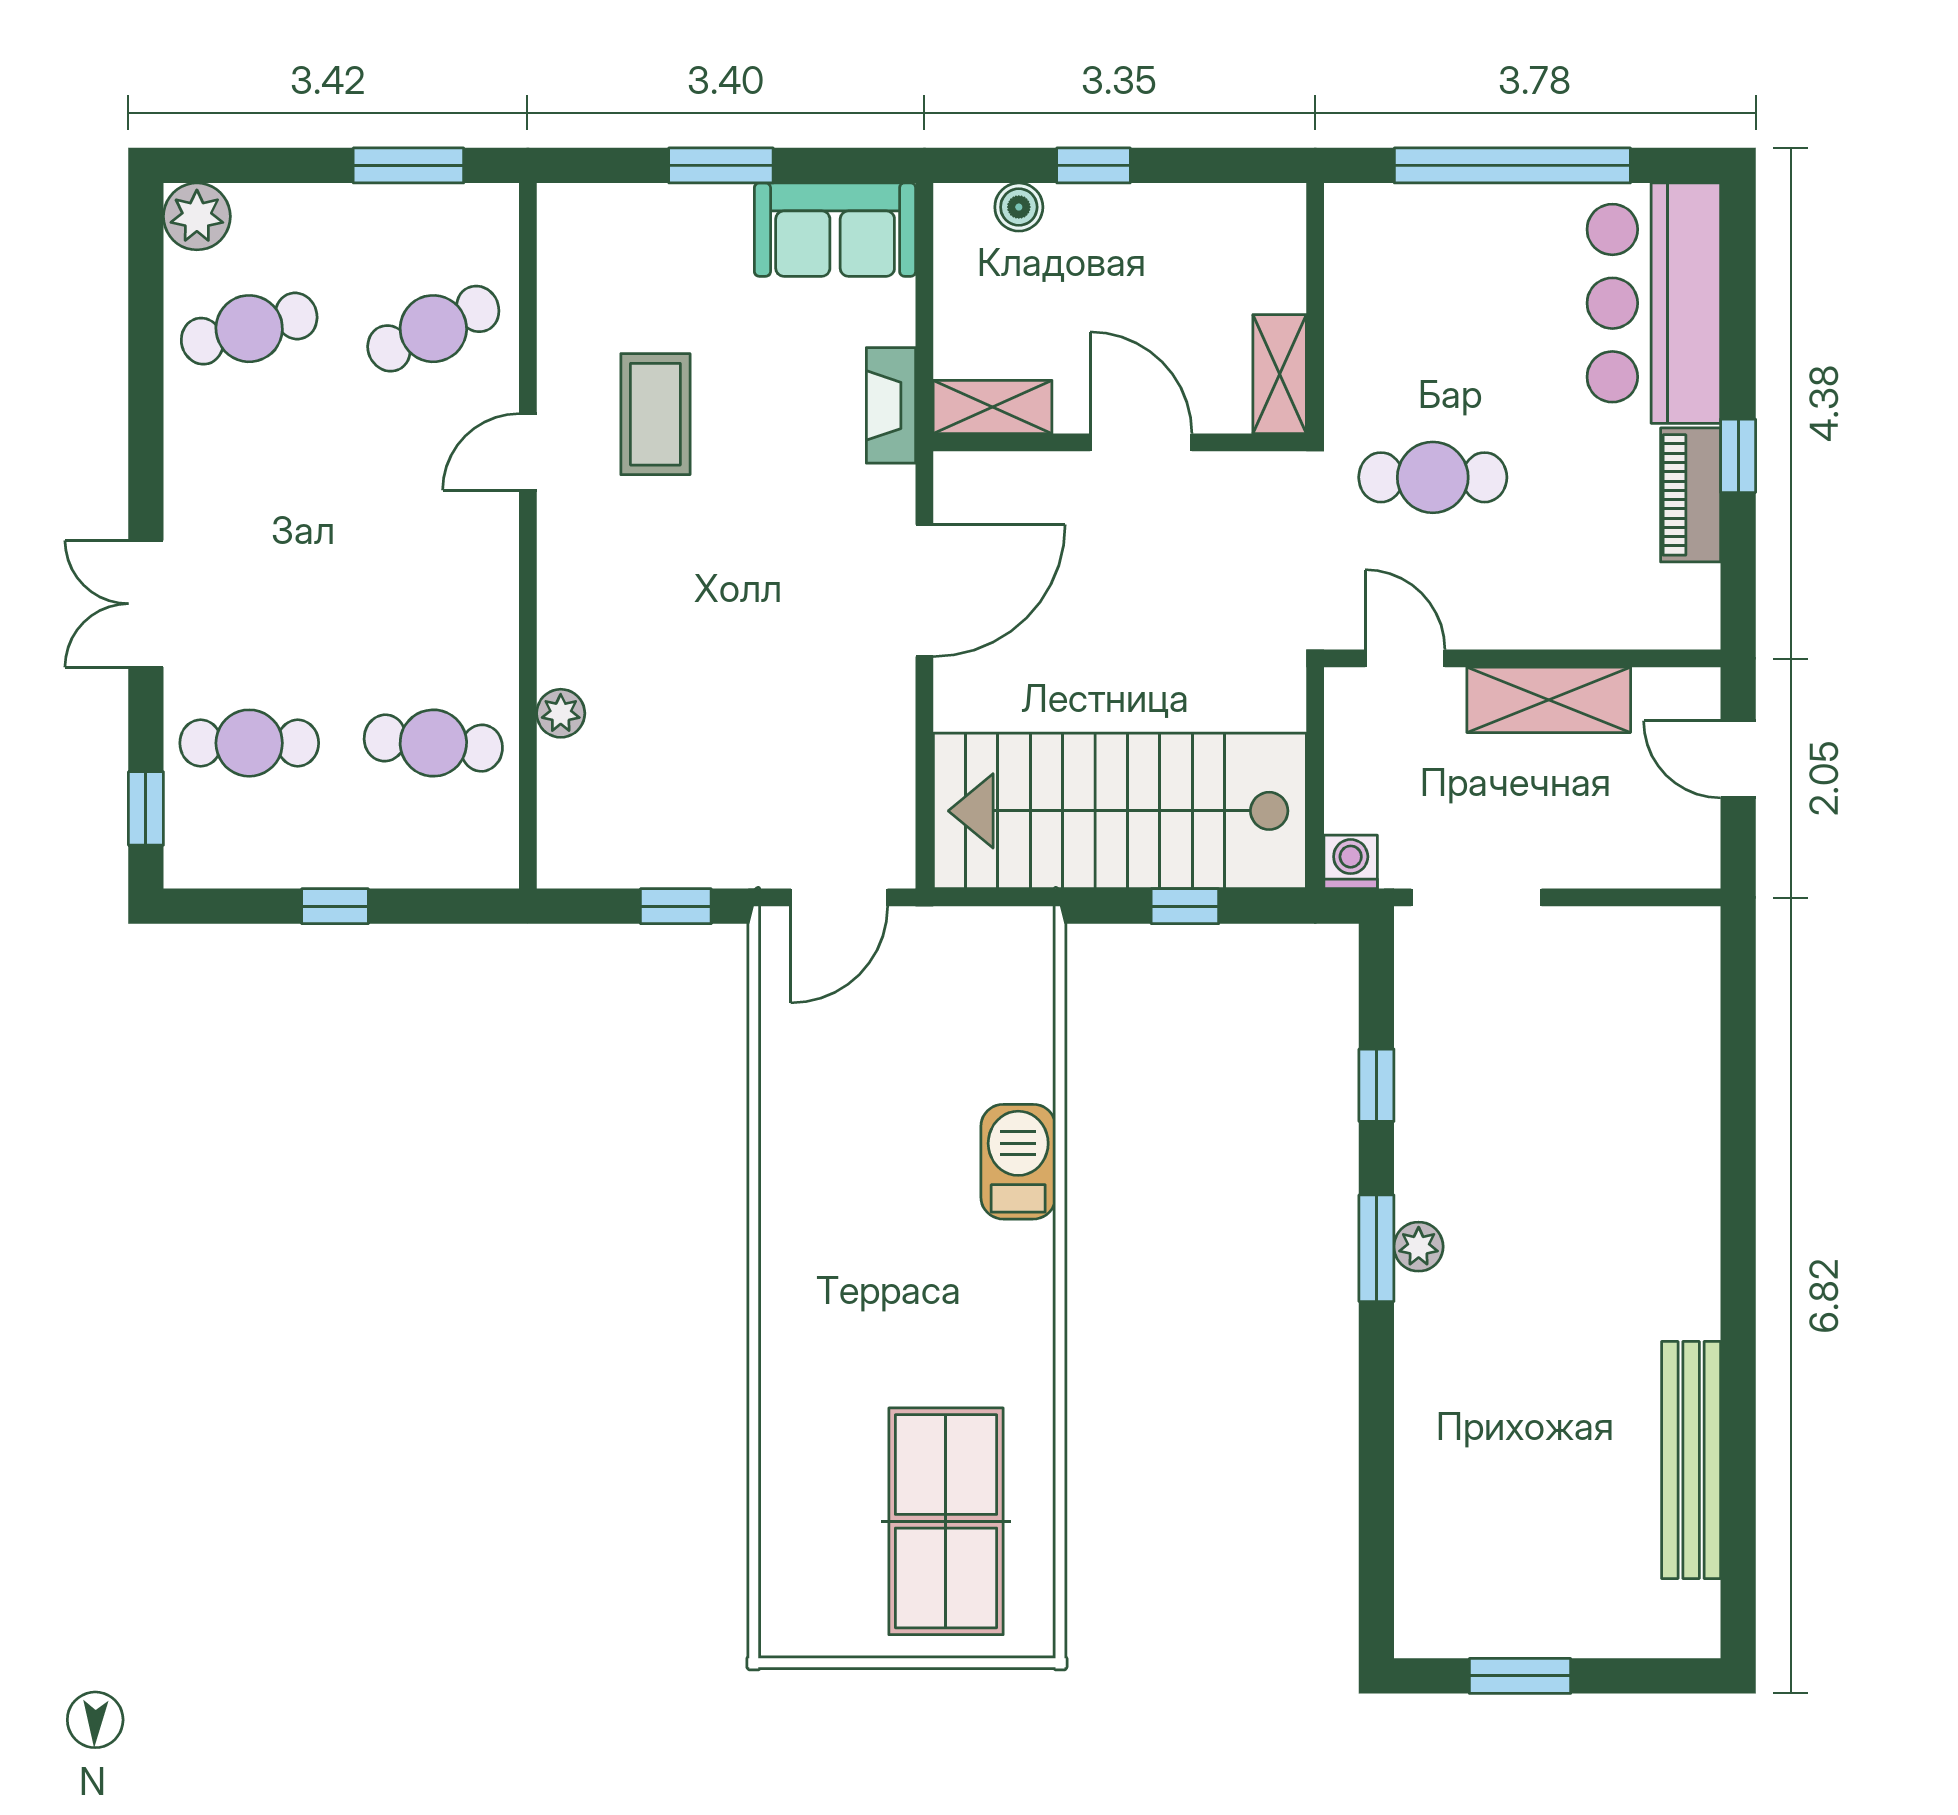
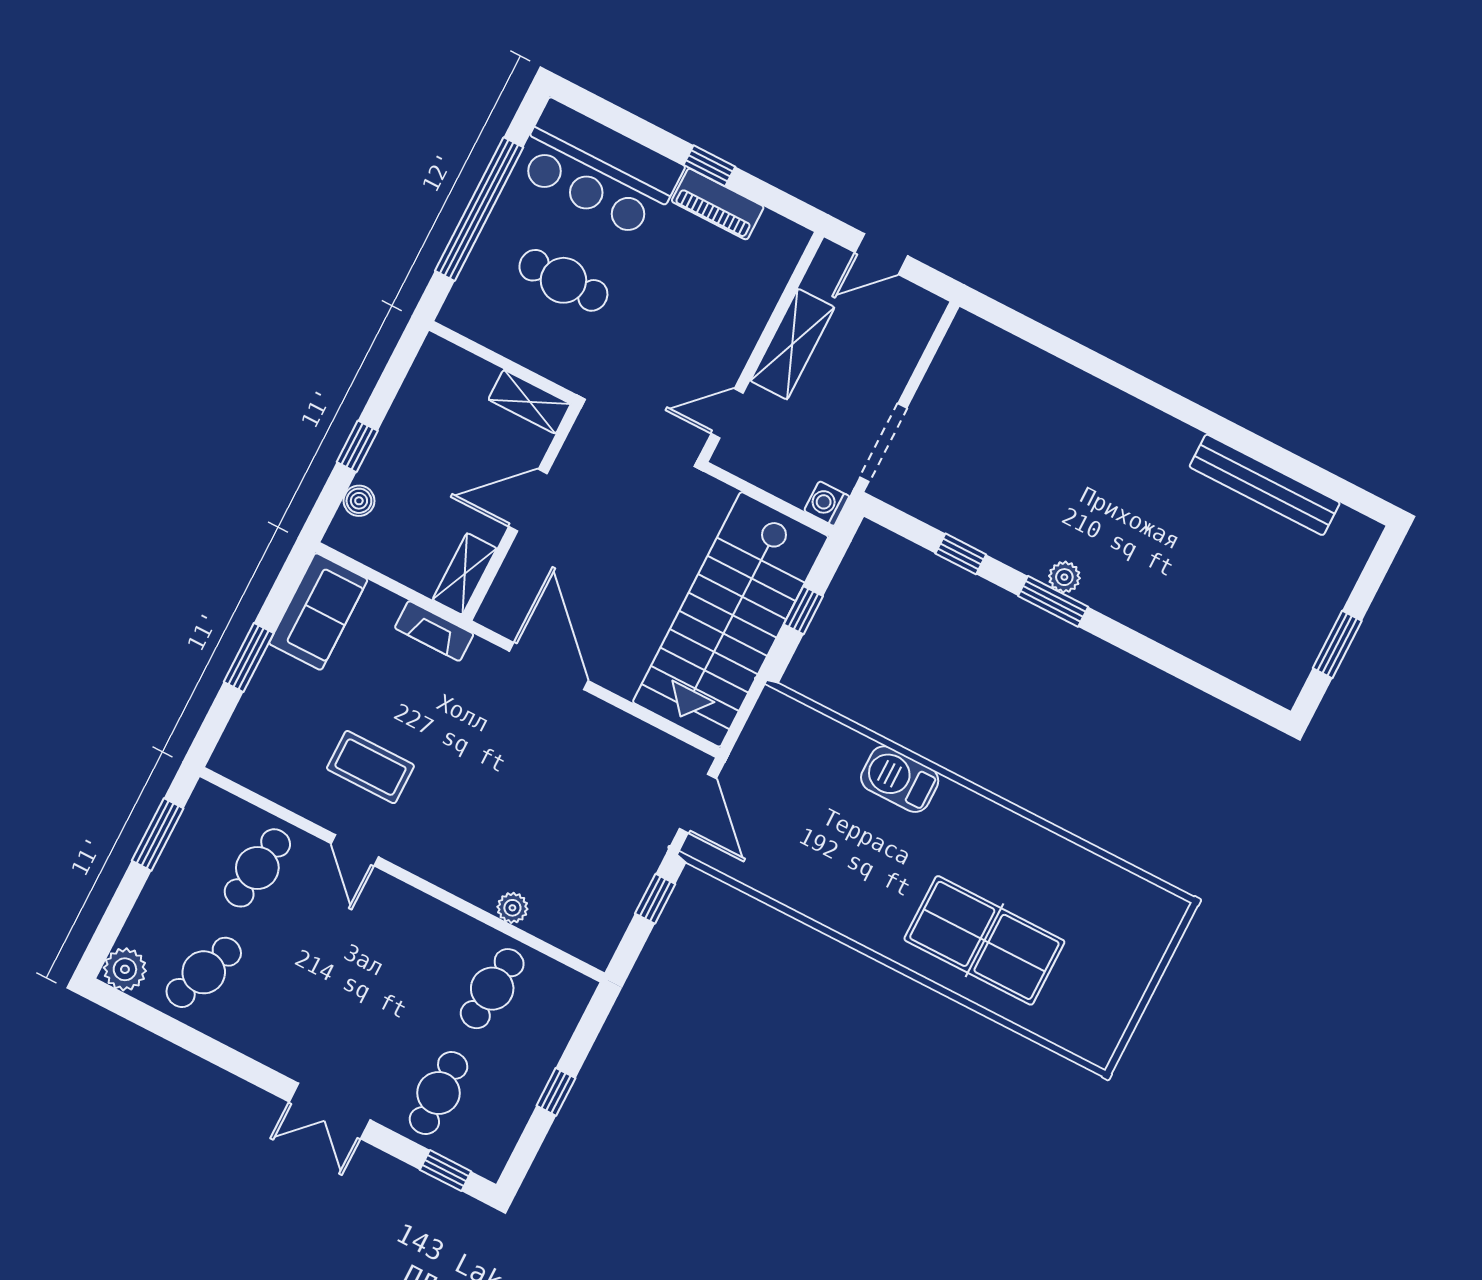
cafe table: (249, 329) -> (204, 972), turned 36
cafe table: (433, 329) -> (257, 868), turned 33
cafe table: (1433, 477) -> (563, 280), moved, turned 90
table tennis table: (946, 1521) -> (984, 940), moved

